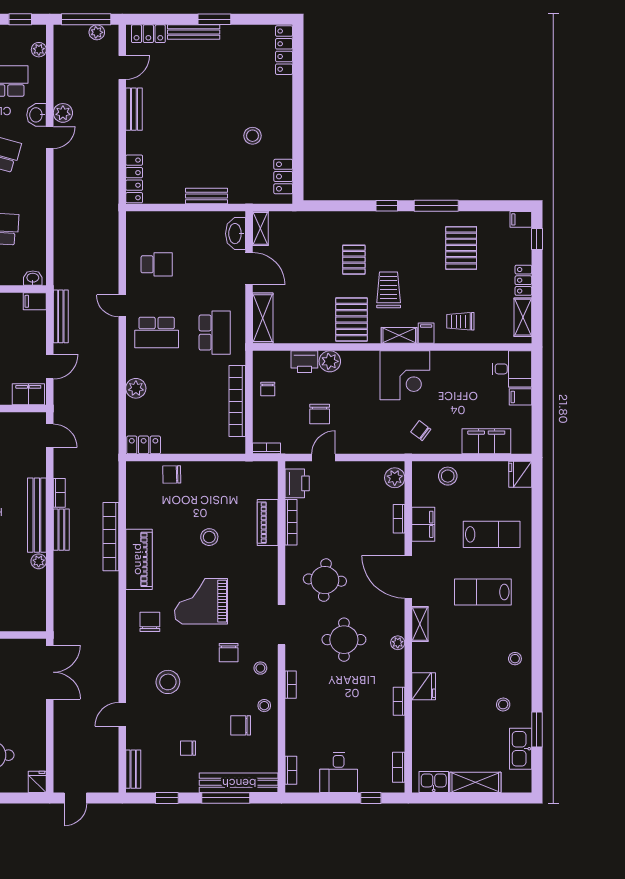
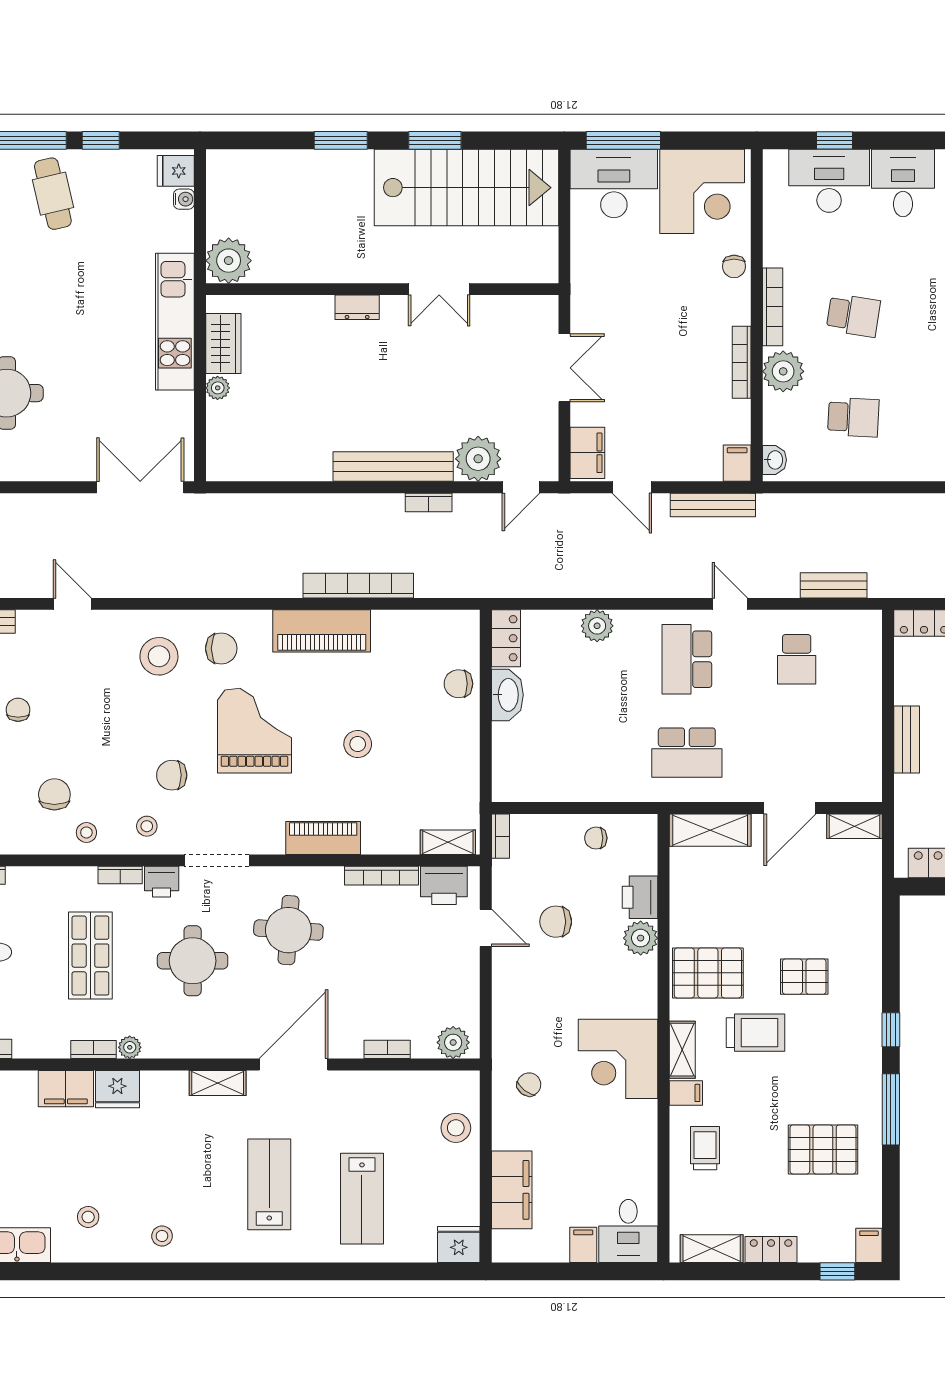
washbasin: (236, 234) -> (507, 695), moved, turned 90
door: (122, 306) -> (730, 604), hinge flipped
bookcase: (237, 401) -> (577, 789), removed
chair: (172, 474) -> (458, 684), turned -89
shelving: (270, 481) -> (448, 842), added
piano: (268, 523) -> (323, 838), moved
filing cabinet: (423, 524) -> (66, 1089), moved
bench: (61, 530) -> (834, 585), moved
plant: (39, 561) -> (478, 459), moved, width x1.87, depth x1.87
plant: (398, 643) -> (130, 1047), moved
printer: (295, 659) -> (162, 882), added
double door: (50, 672) -> (140, 487), swing flipped
stool: (168, 682) -> (159, 656), moved
shop shelf: (341, 703) -> (90, 956), added
window: (537, 730) -> (48, 1271), removed

